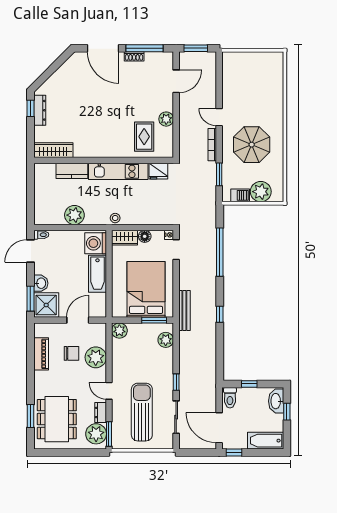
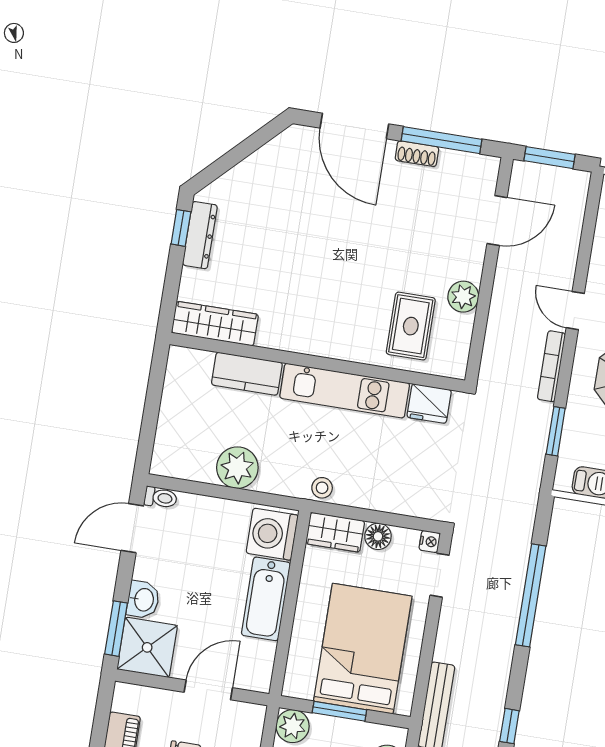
window: (154, 320) -> (339, 711), moved

